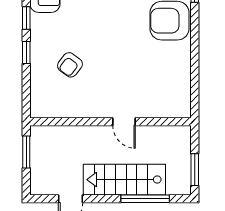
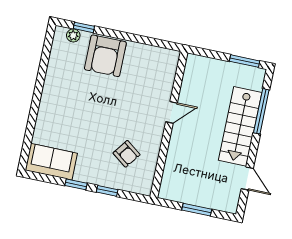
wall: (111, 122) -> (169, 125), moved
door: (124, 122) -> (171, 112), moved

